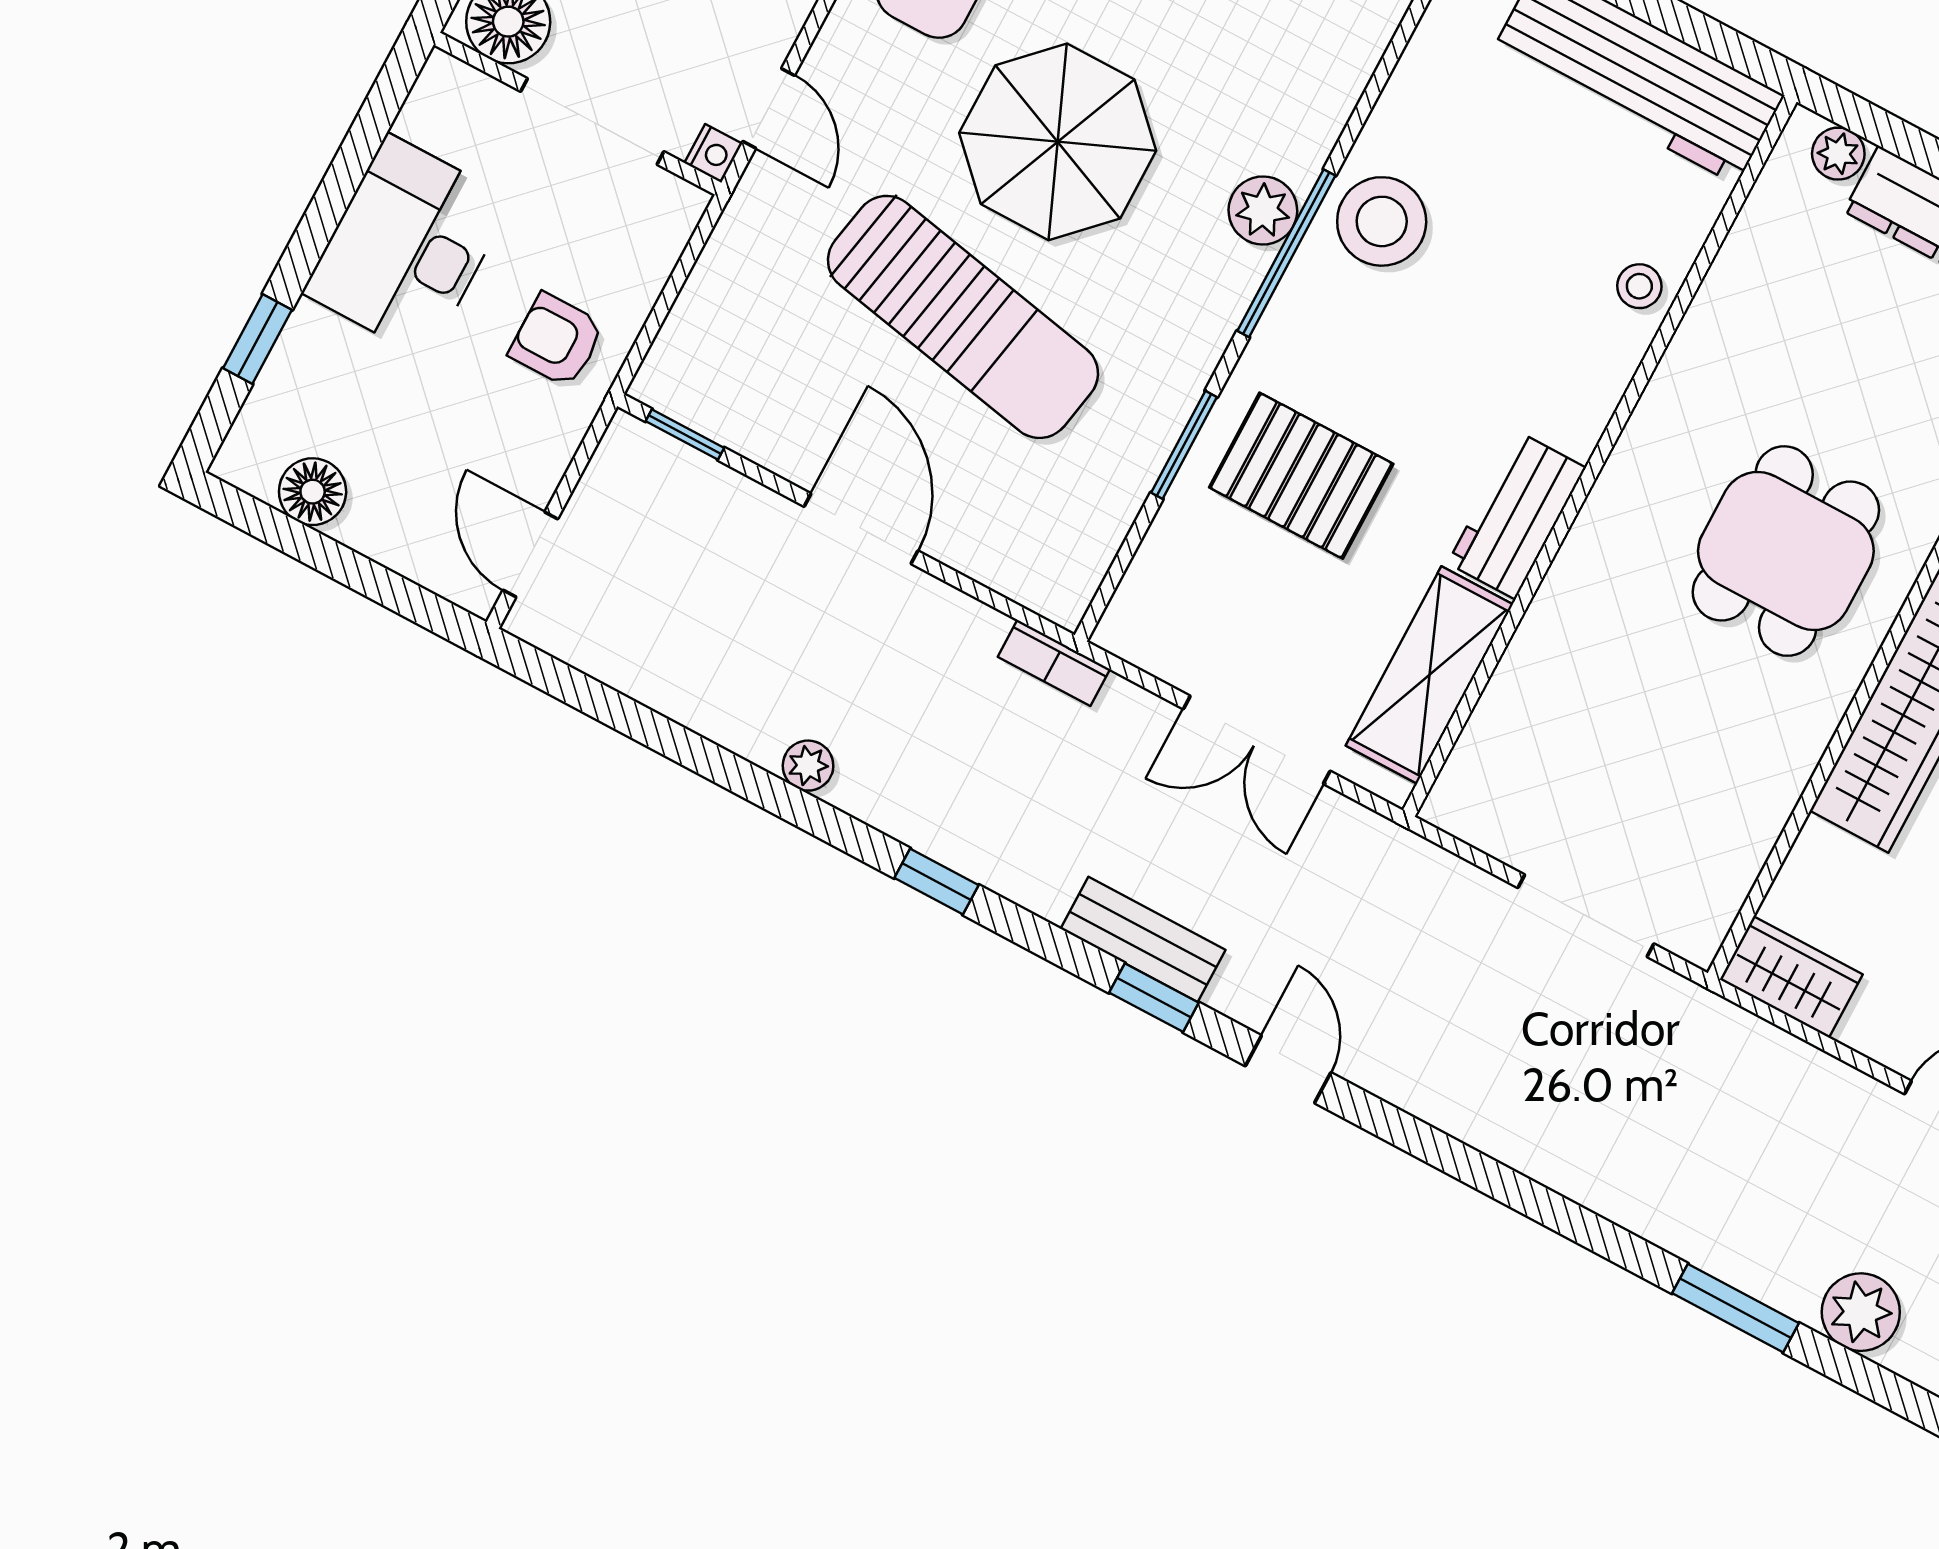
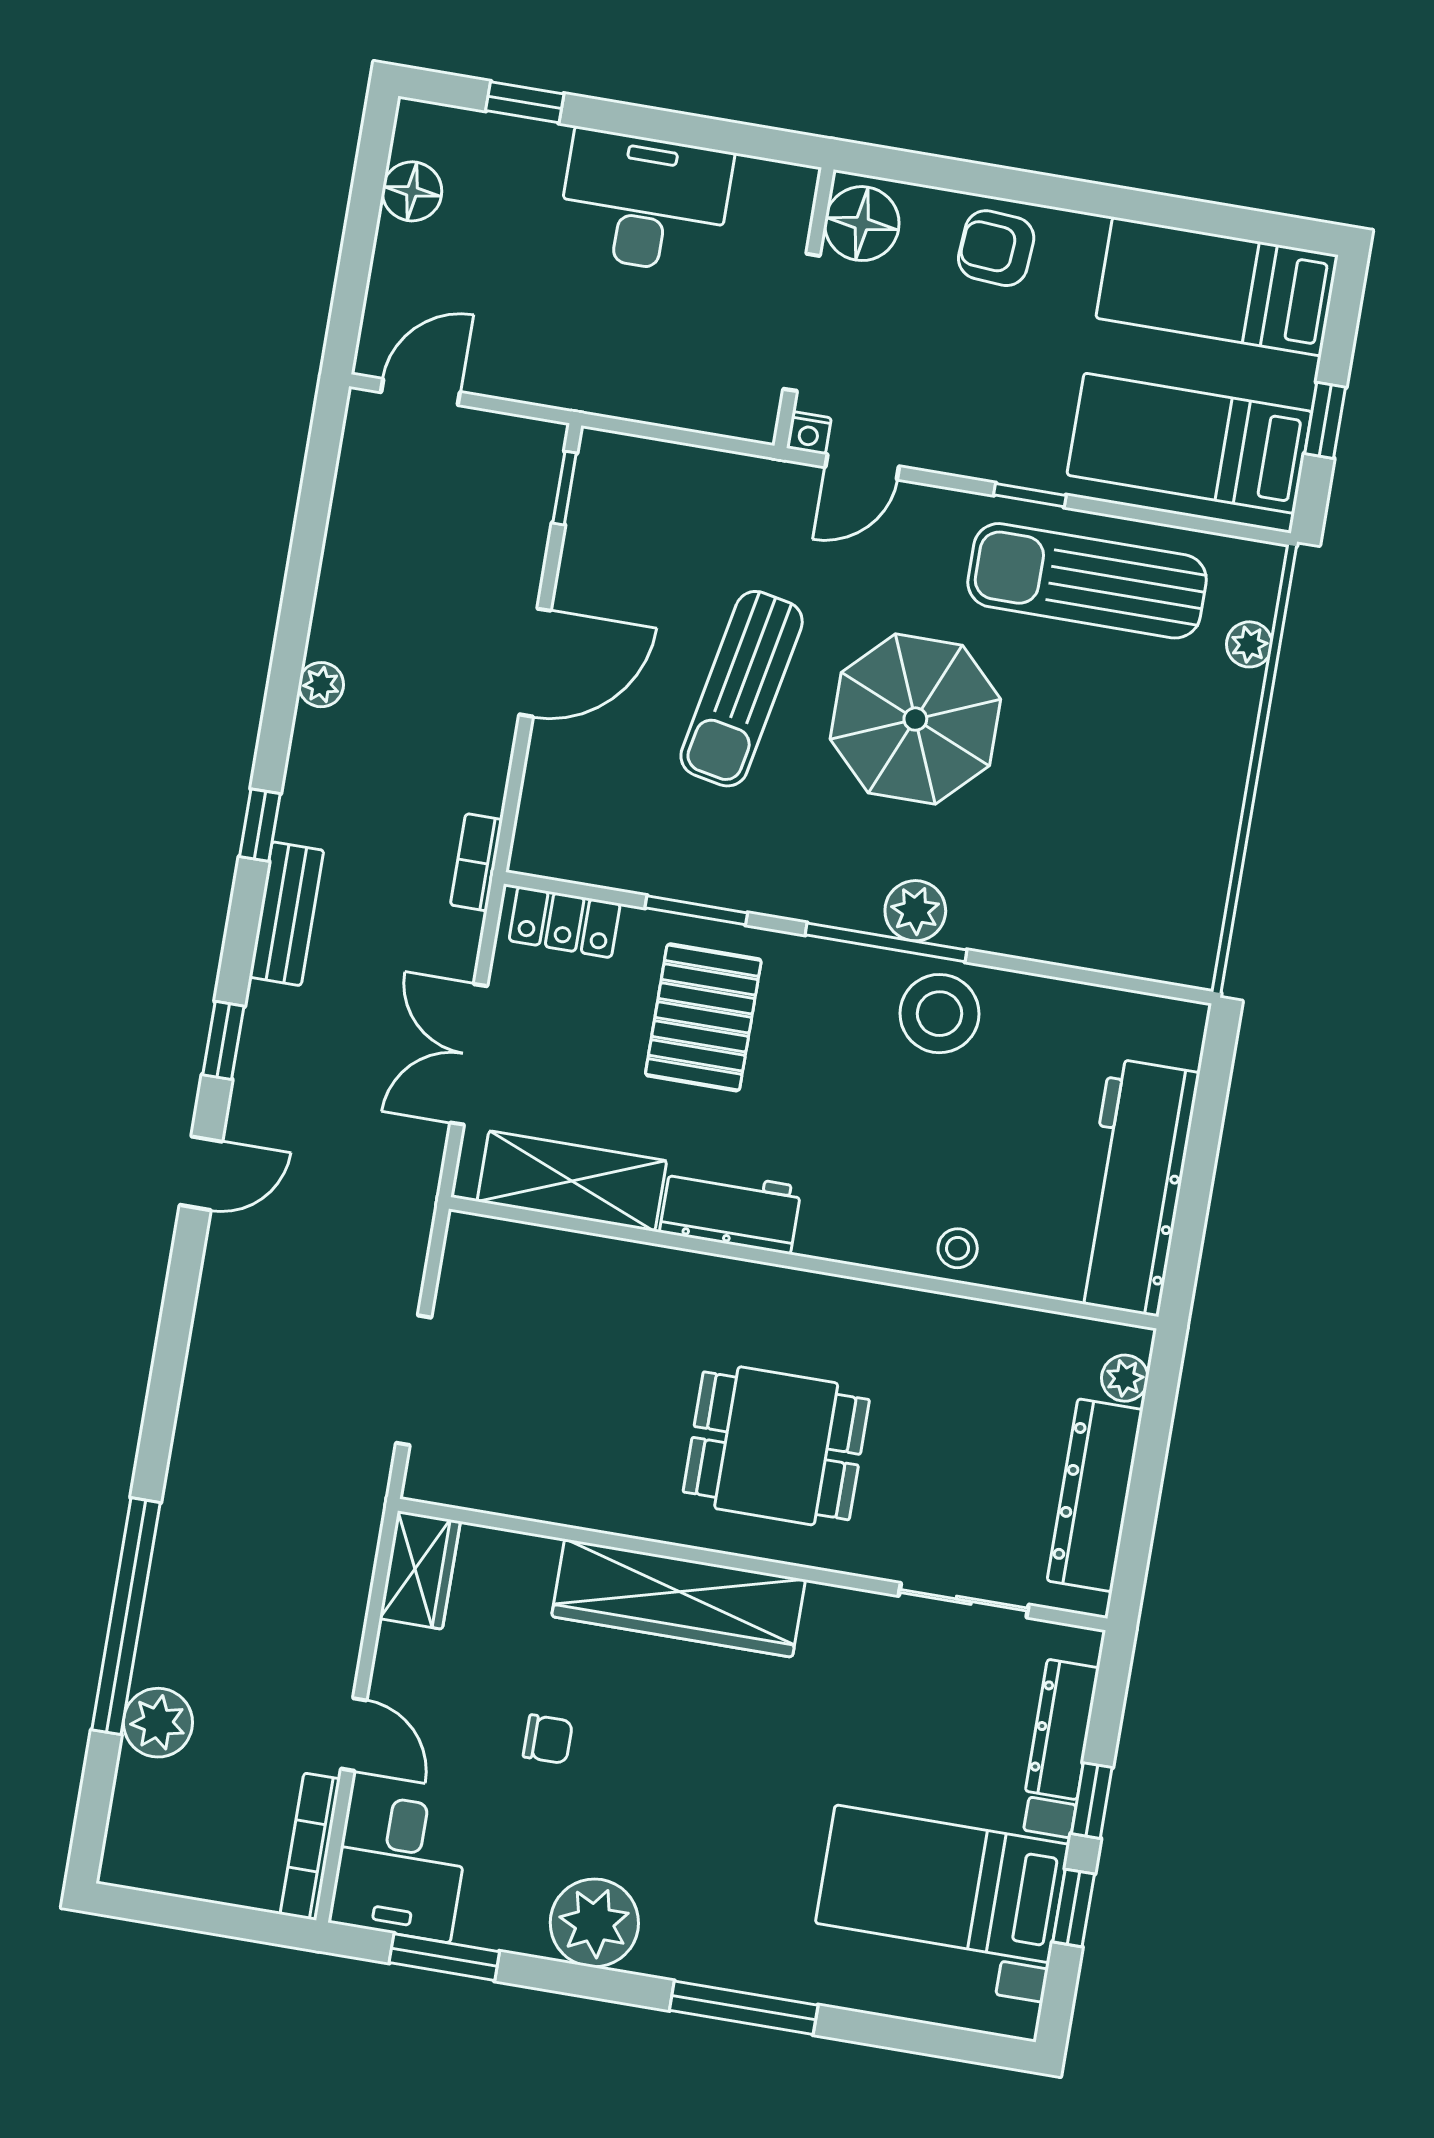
sun lounger: (963, 317) -> (742, 689), width x0.73, depth x0.75
armchair: (557, 340) -> (608, 354), removed
locker: (1149, 590) -> (565, 922), added
bench: (1143, 939) -> (286, 914), moved
window: (1735, 1308) -> (126, 1616), width x2.11

